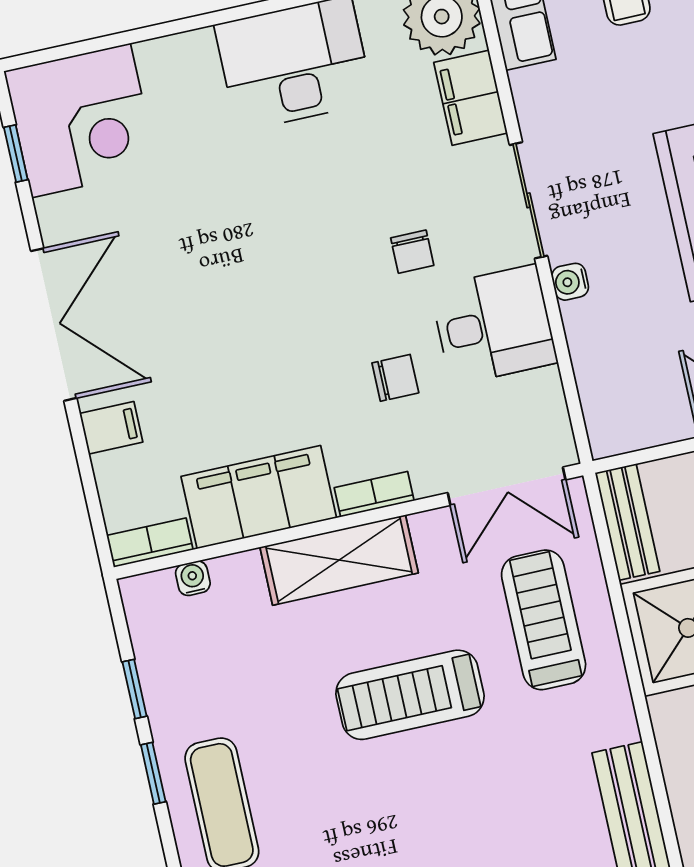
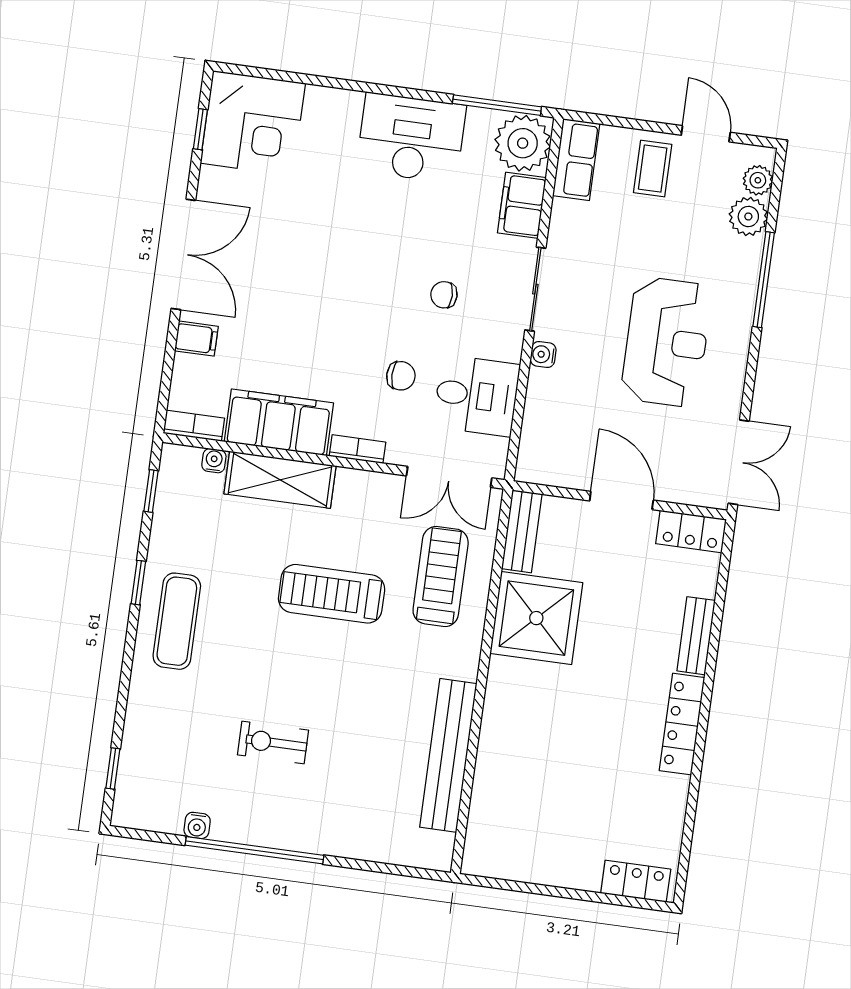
chair: (412, 252) -> (444, 295), turned 90
desk: (494, 325) -> (476, 396), moved
shelving: (339, 560) -> (280, 480), moved
window: (135, 689) -> (151, 491), moved

